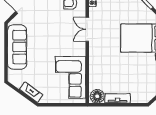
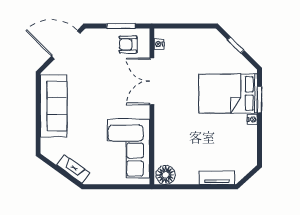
double door: (87, 29) -> (152, 81), width x1.37
tv unit: (118, 98) -> (217, 178), moved

